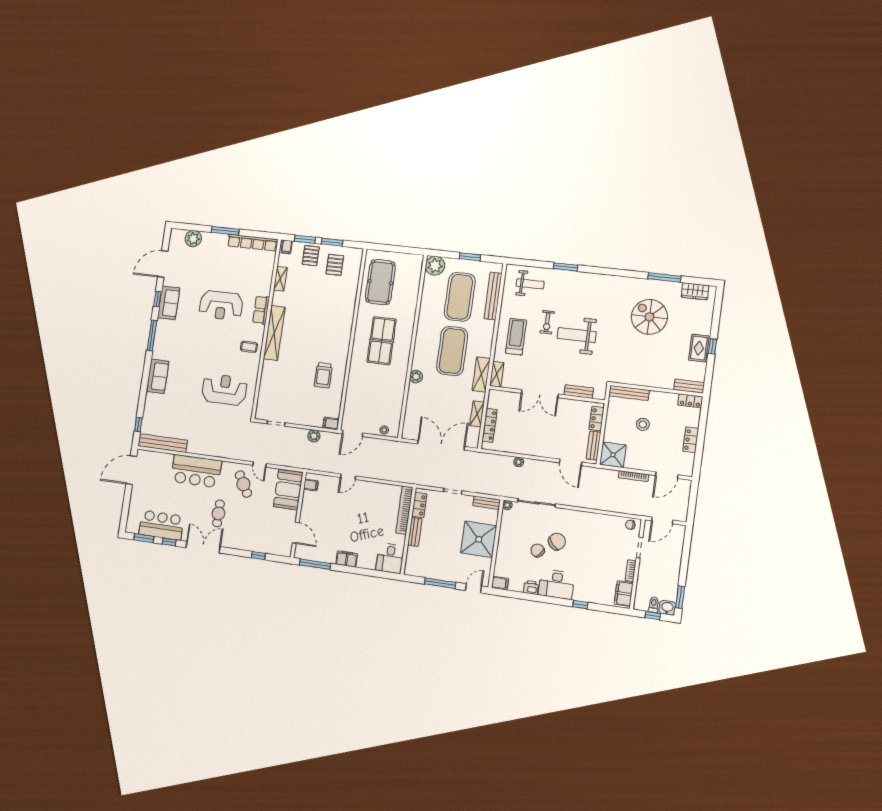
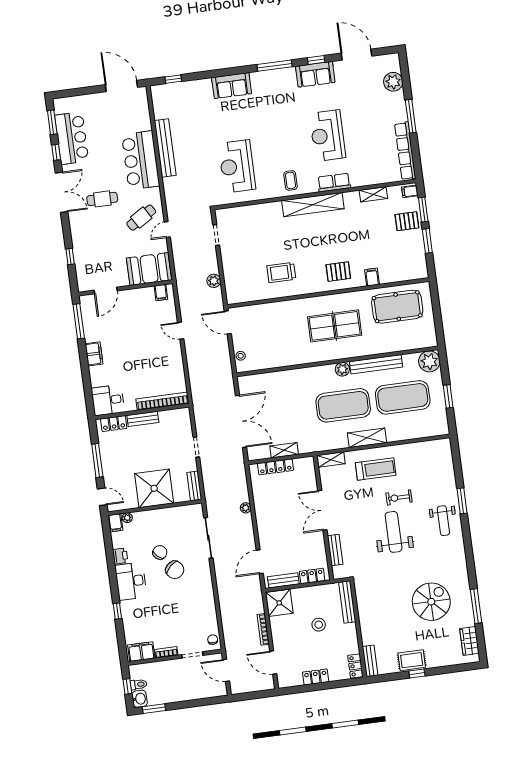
pallet: (335, 265) -> (338, 272), moved
weight bench: (530, 284) -> (443, 521), moved
bench: (493, 296) -> (376, 364), moved
shelving: (481, 375) -> (367, 438), moved
plant: (416, 377) -> (342, 369), moved
reception desk: (224, 390) -> (237, 166), turned 180
filing cabinet: (331, 423) -> (372, 277), moved
bench: (163, 443) -> (165, 148), moved
locker: (419, 505) -> (114, 424), moved
plant: (507, 505) -> (127, 518), moved

